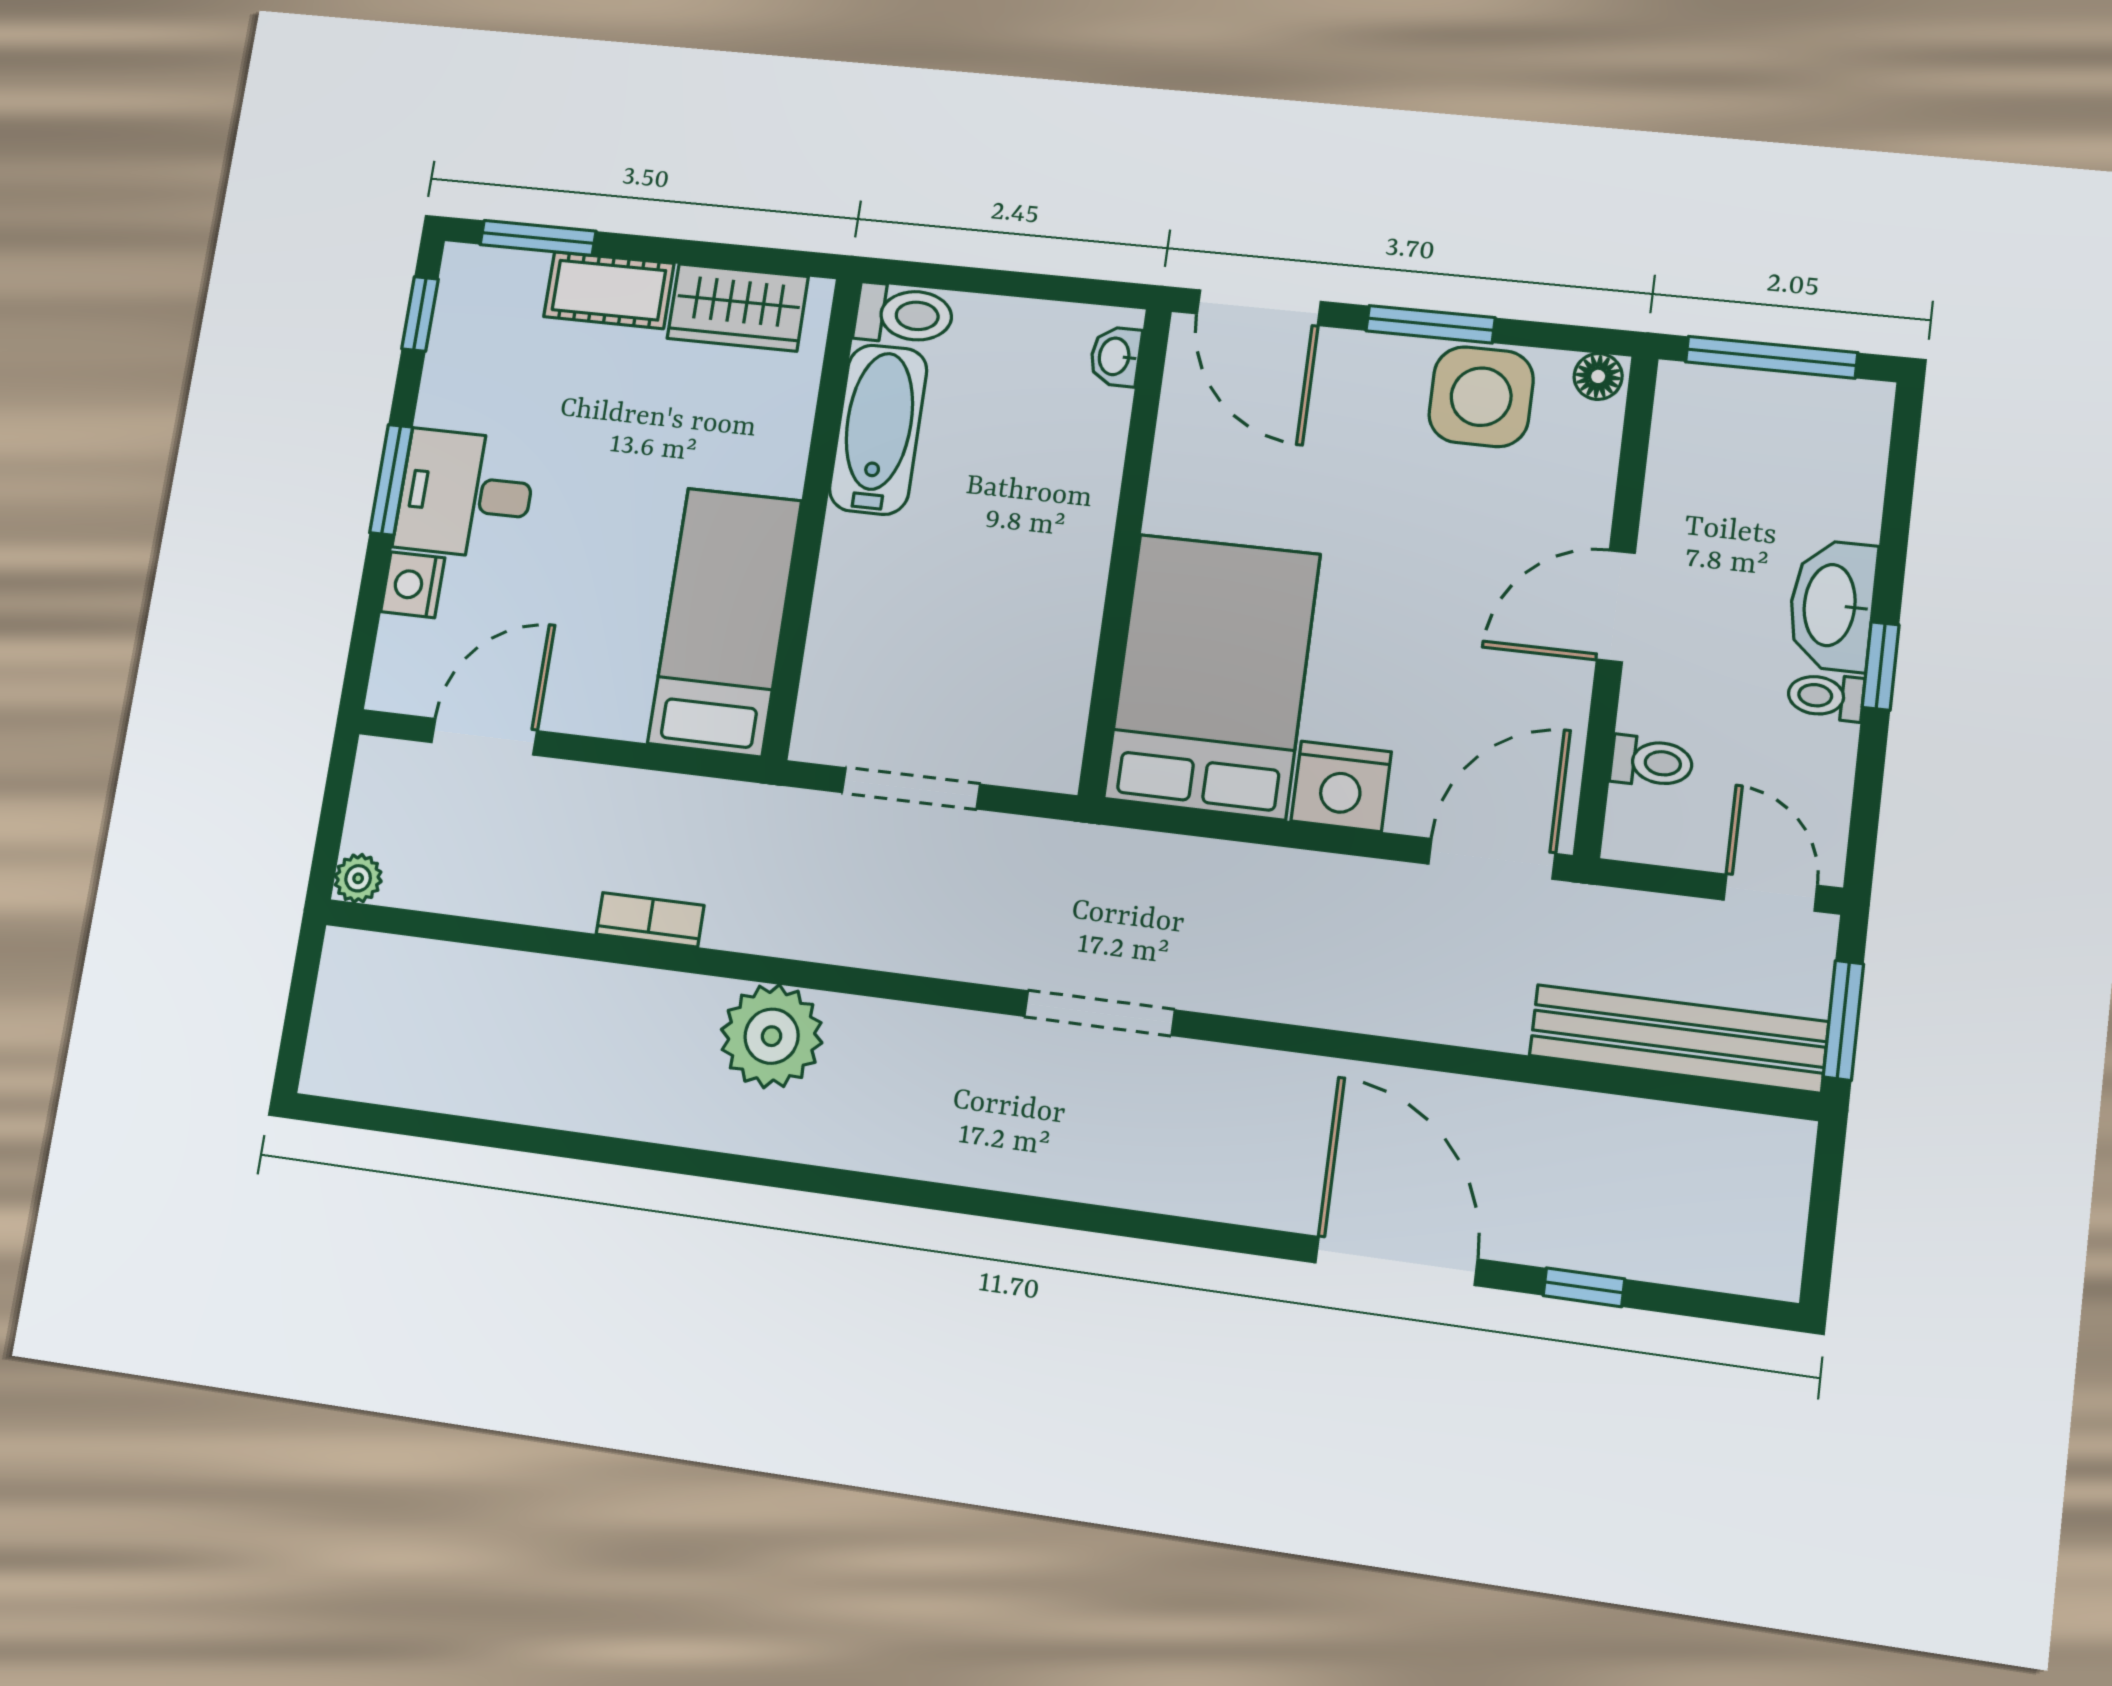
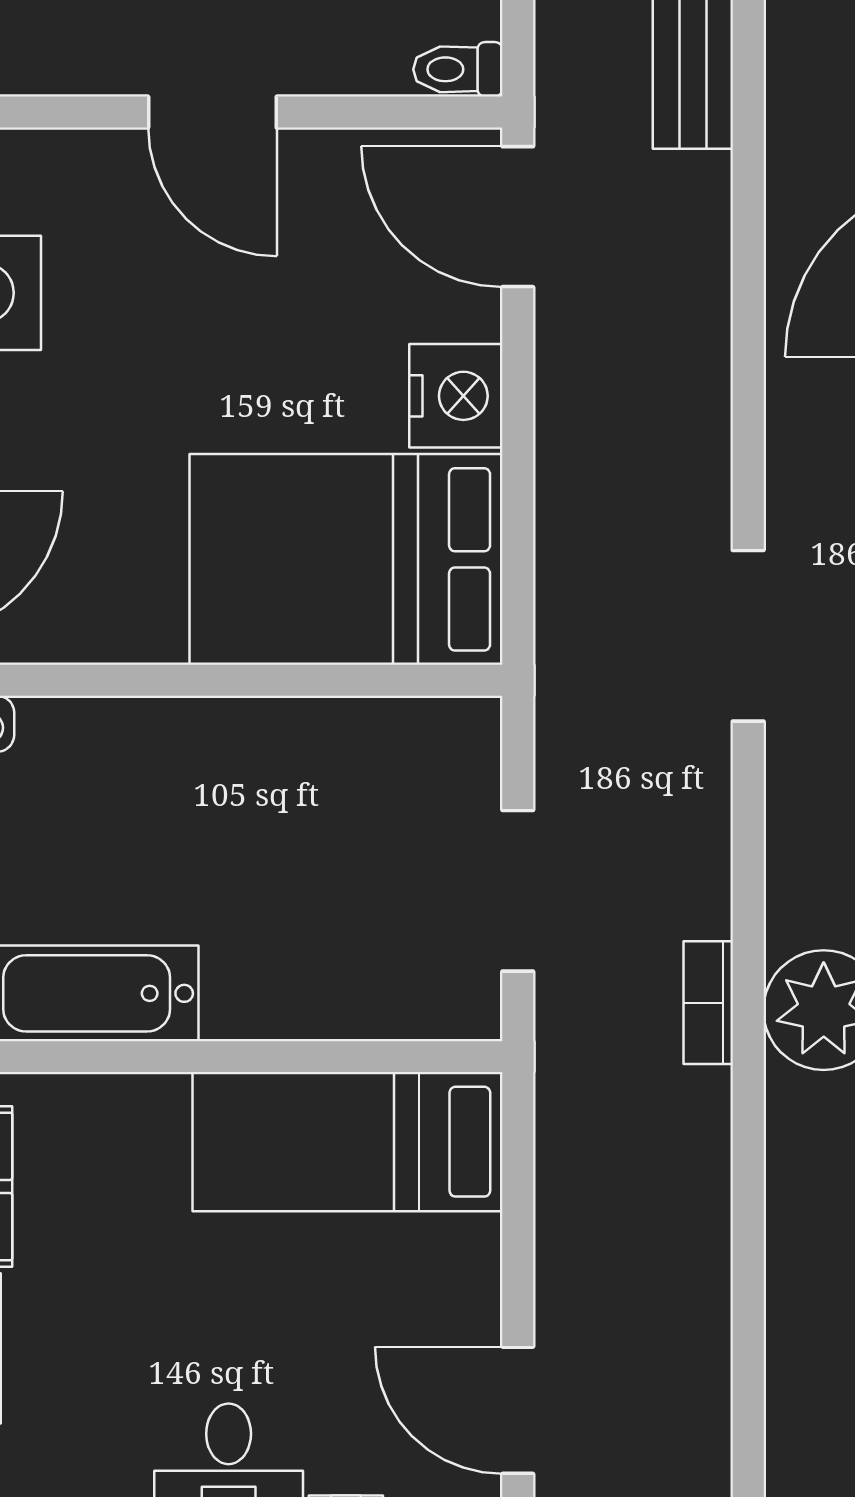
toilet: (1652, 762) -> (458, 69), moved, turned -90
bookcase: (650, 920) -> (708, 1003), moved

